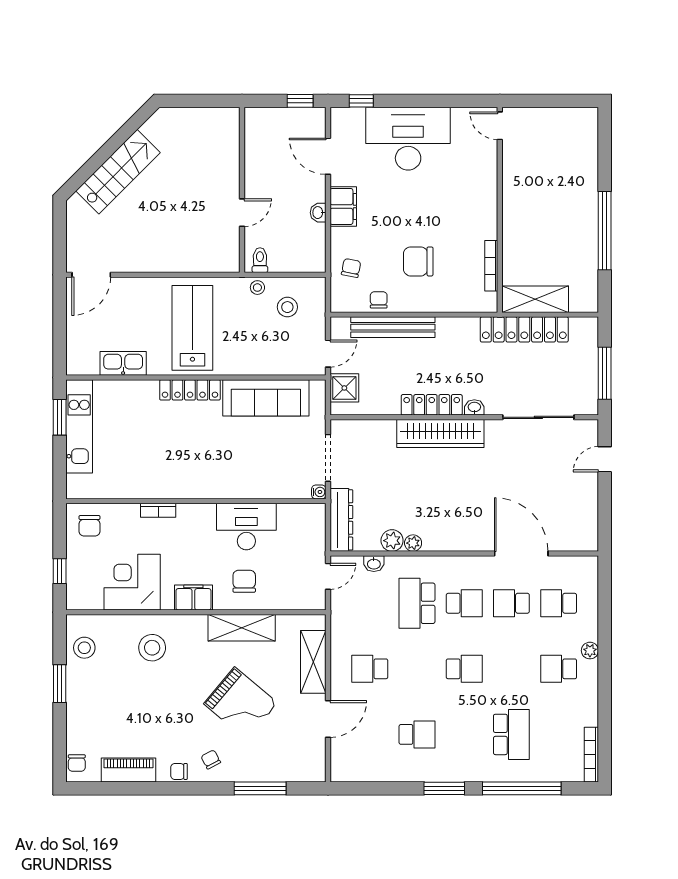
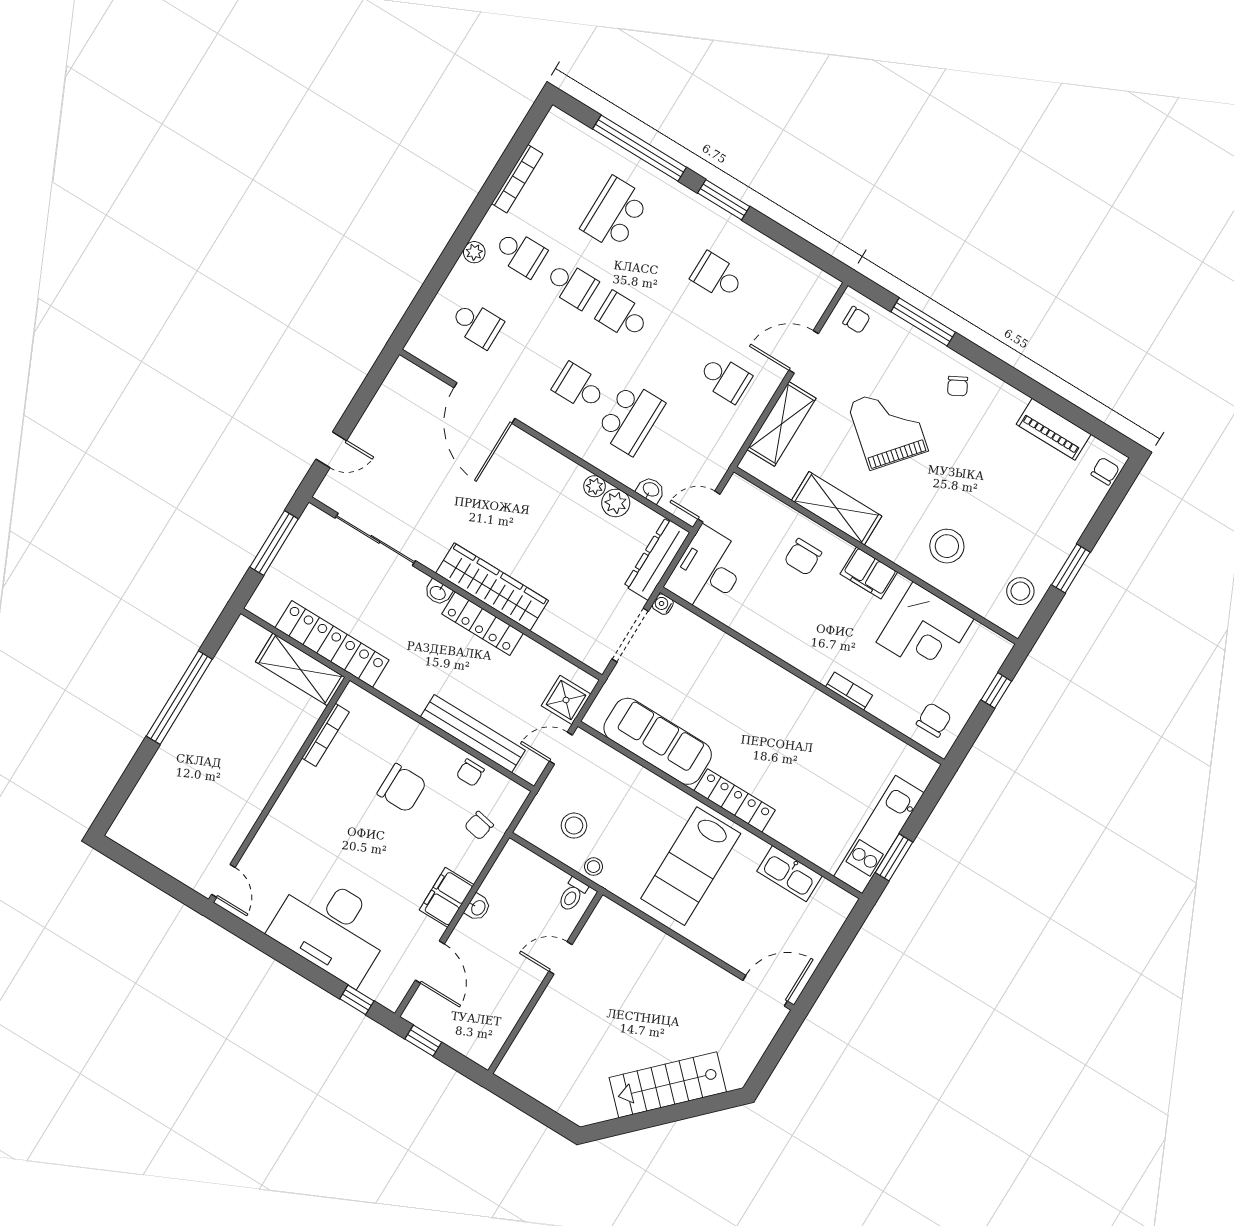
desk: (246, 527) -> (708, 571), moved, turned 90
school desk: (511, 603) -> (571, 285), moved
bookcase: (591, 755) -> (517, 179), moved
chair: (179, 771) -> (857, 320), moved

